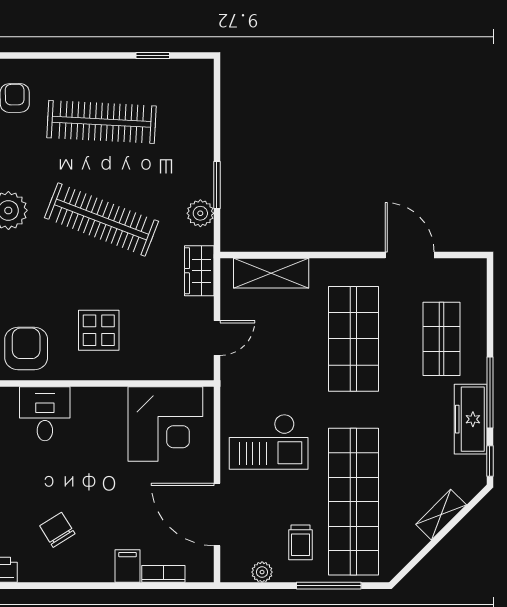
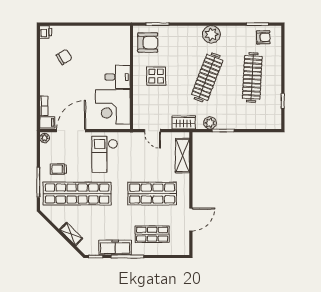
desk: (45, 414) -> (118, 77), moved
filing cabinet: (128, 566) -> (47, 122), moved
plant: (262, 572) -> (45, 138), moved

